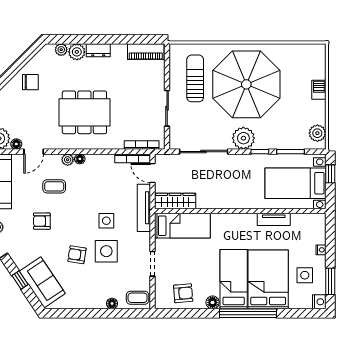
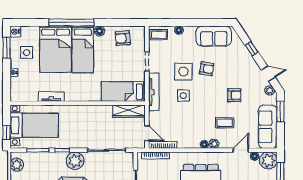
tv unit: (144, 208) -> (154, 92), moved
sofa: (42, 282) -> (214, 36), moved, turned -56

